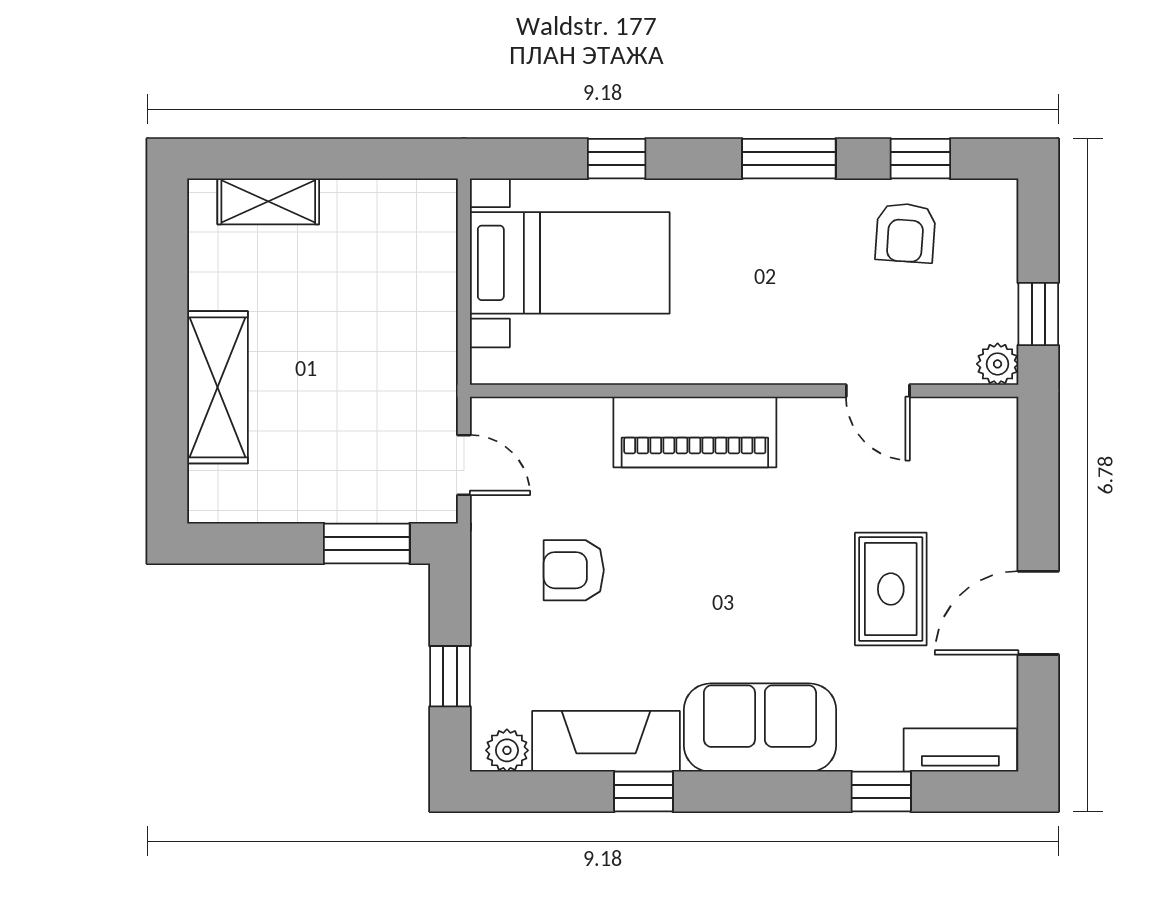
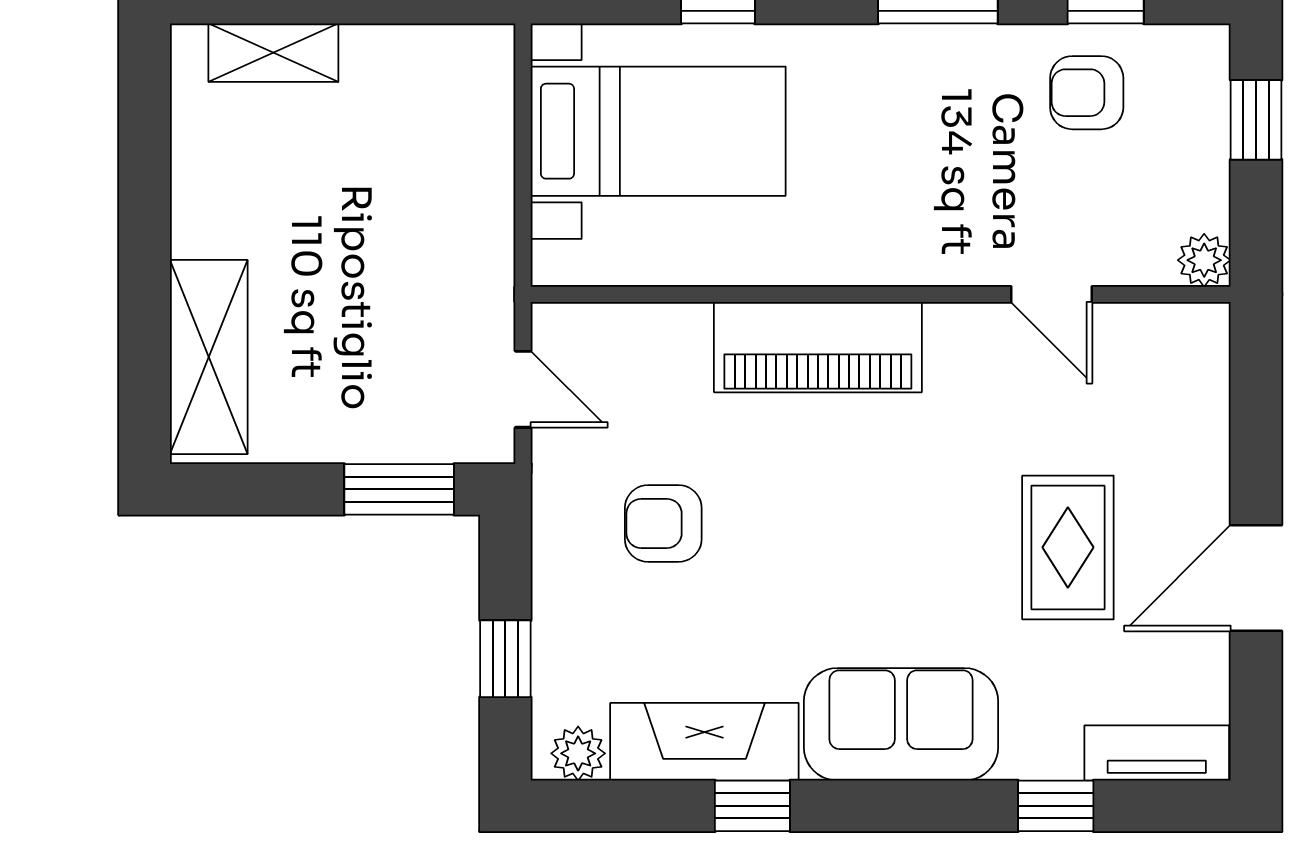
armchair: (905, 233) -> (1087, 93), turned 86
window: (1038, 314) -> (1256, 120), moved
shelving: (218, 387) -> (209, 357), moved

